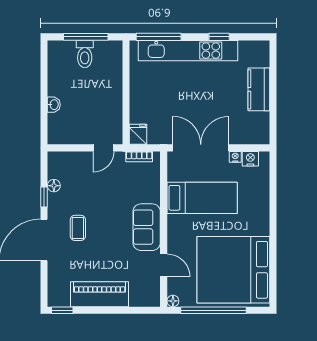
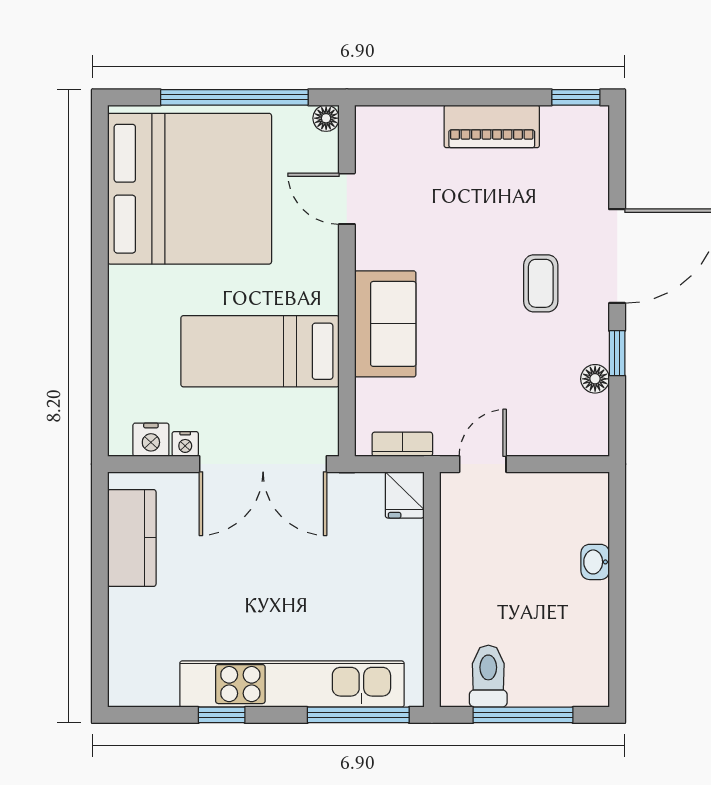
toilet: (85, 54) -> (488, 676), moved
kitchen counter: (259, 89) -> (132, 538), moved
sofa: (147, 227) -> (385, 324), moved
piano: (100, 294) -> (492, 126), width x0.73, depth x0.75

